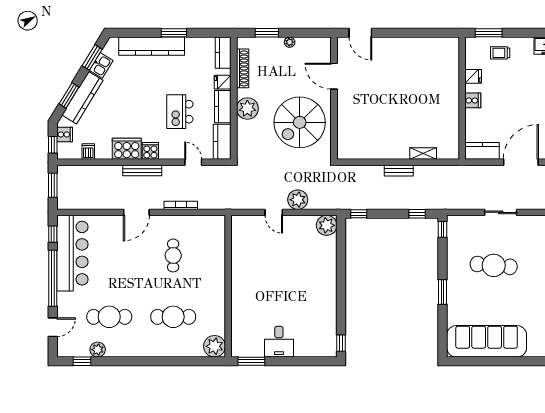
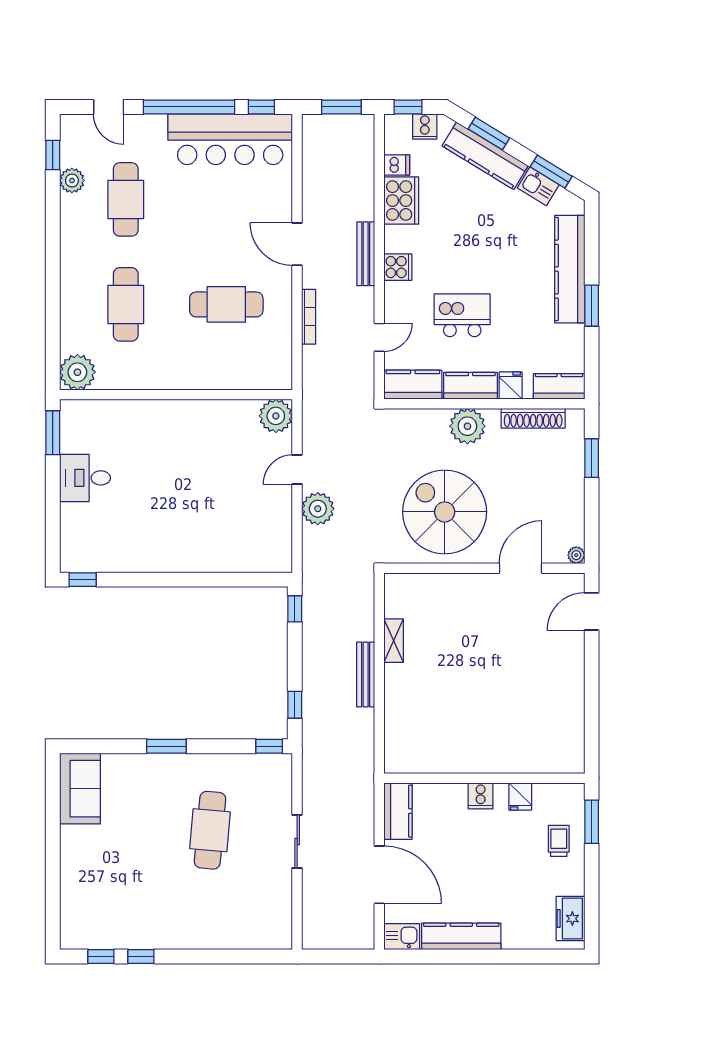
plant: (290, 42) -> (576, 555), moved
cooker: (127, 149) -> (401, 201), moved
shelving: (423, 154) -> (394, 641), moved
bench: (399, 171) -> (366, 674), width x1.36
plant: (327, 225) -> (276, 416), moved
cafe table: (173, 255) -> (226, 304), width x1.37, depth x1.35
sofa: (487, 341) -> (80, 789), width x0.54, depth x0.79

